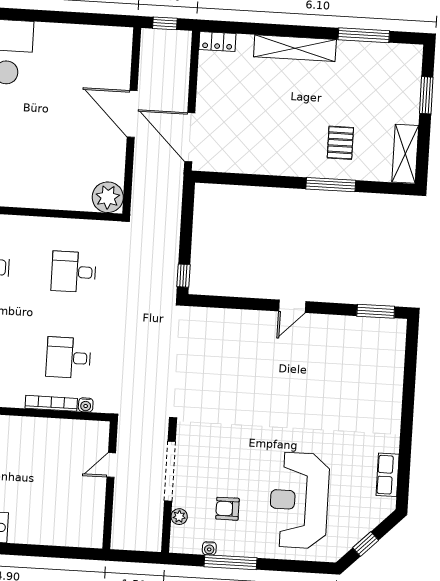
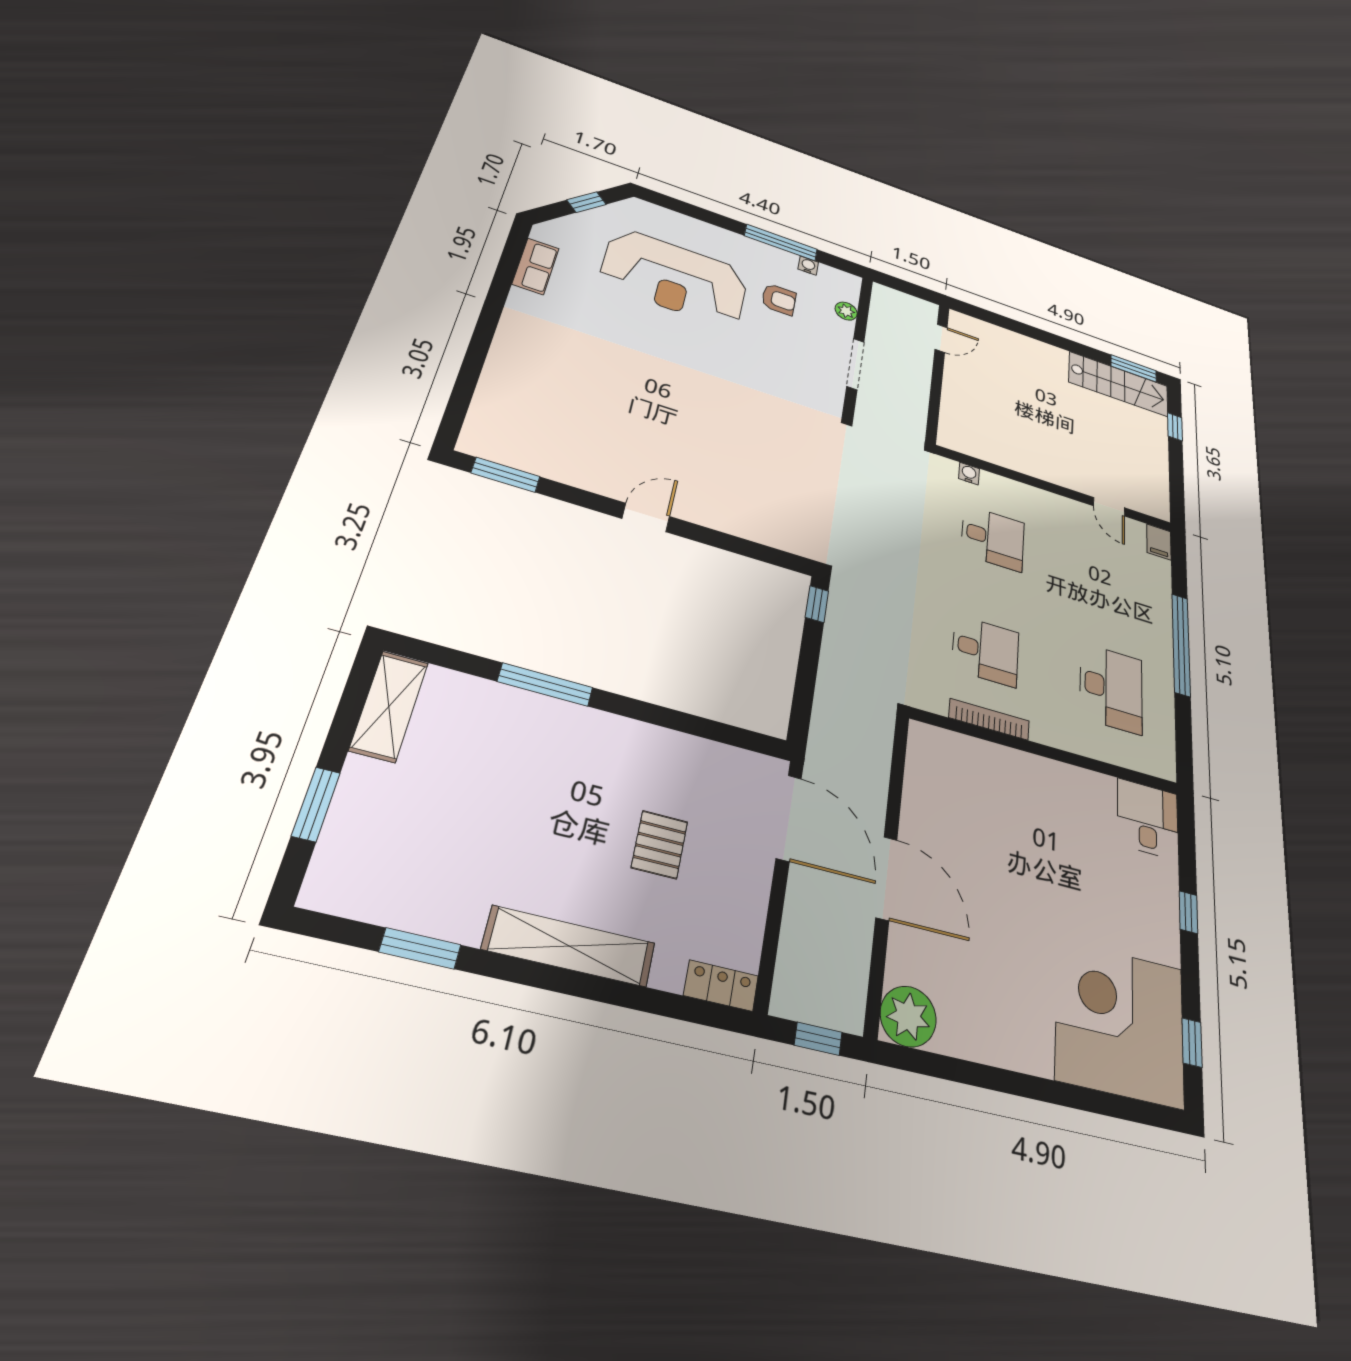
window: (364, 35) -> (420, 948), width x0.69
pallet: (340, 143) -> (660, 845), moved
plant: (108, 197) -> (908, 1016), moved
bookcase: (51, 403) -> (989, 719), moved, turned 180
door: (111, 465) -> (941, 338), moved
doorway: (170, 471) -> (855, 364), width x0.73
reception desk: (299, 500) -> (675, 278), turned 90

